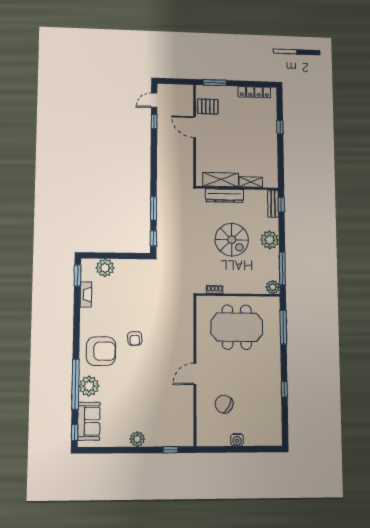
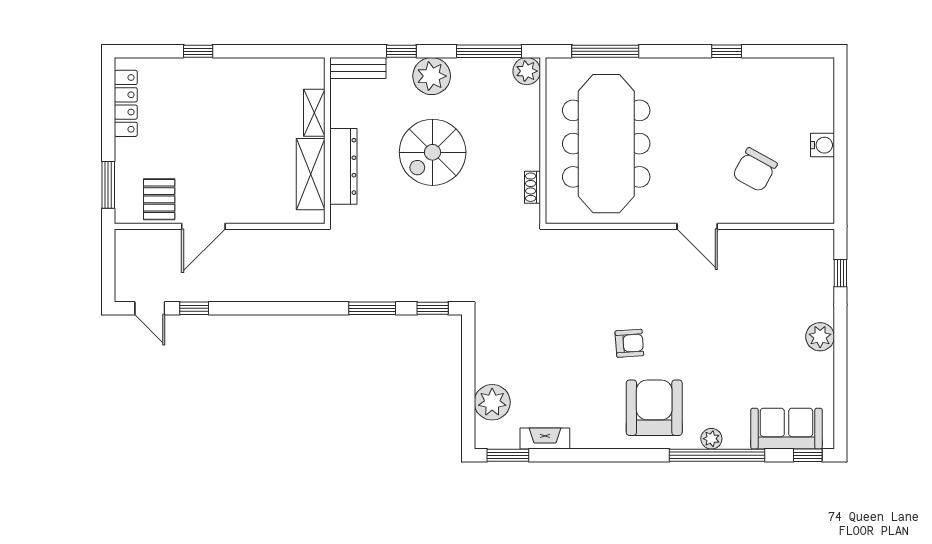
window: (281, 205) -> (401, 51), moved
spiral stairs: (232, 240) -> (433, 152), turned 180
meeting table: (237, 327) -> (606, 144), width x1.36
plant: (89, 386) -> (711, 439), width x0.53, depth x0.53

